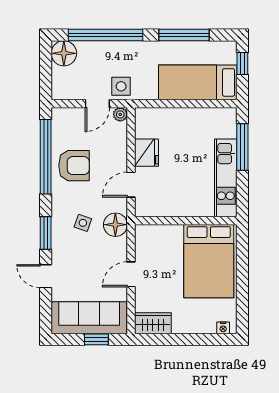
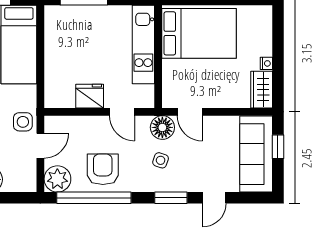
door: (97, 104) -> (40, 146), hinge flipped
plant: (120, 114) -> (57, 179), moved, width x1.88, depth x1.88
kitchen unit: (226, 178) -> (143, 45), moved, turned 90
door: (131, 274) -> (190, 112), moved
nightstand: (223, 328) -> (266, 63), moved

